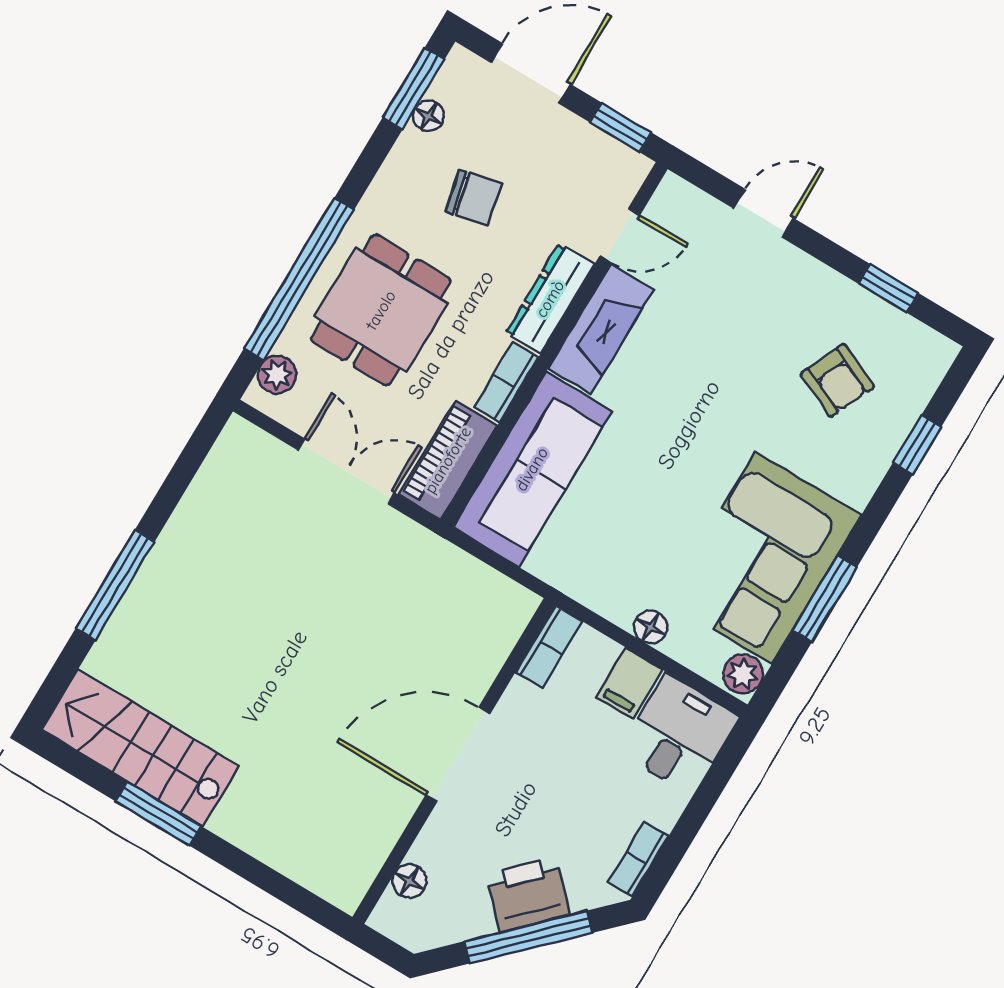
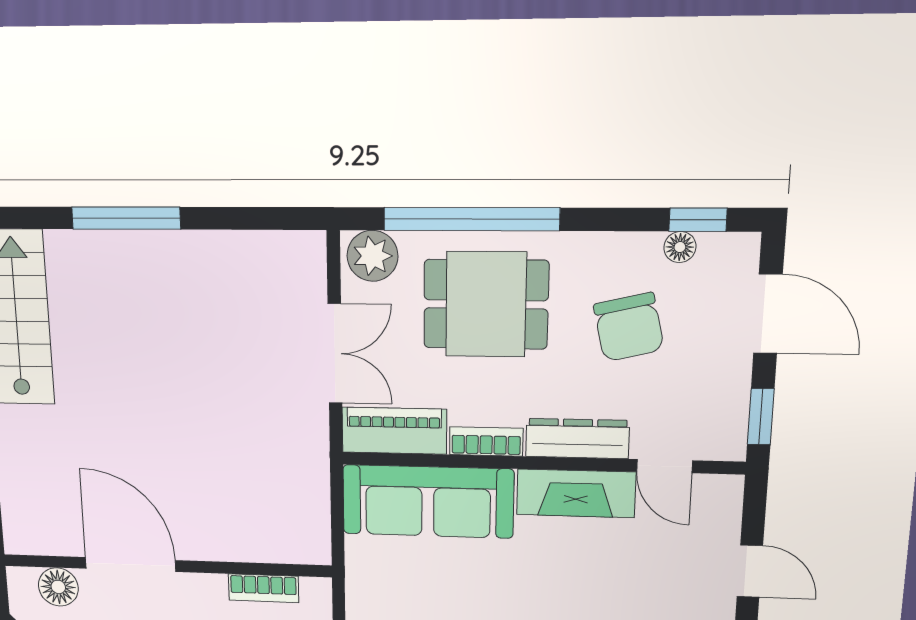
window: (414, 88) -> (698, 220), width x0.67
chair: (474, 197) -> (629, 327), width x1.37, depth x1.37
plant: (277, 375) -> (372, 256), width x1.38, depth x1.38
bookcase: (549, 647) -> (263, 588), moved
door: (458, 755) -> (131, 564), moved
floor lamp: (409, 881) -> (58, 587), width x1.37, depth x1.37

